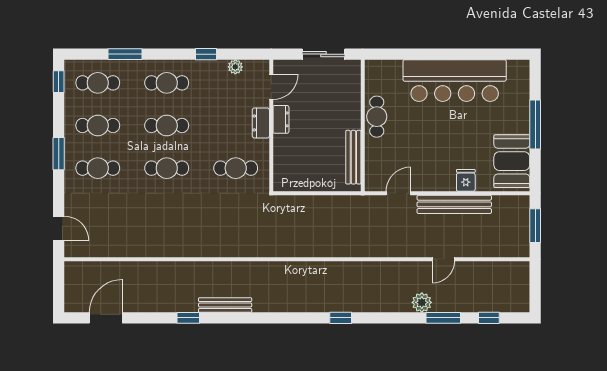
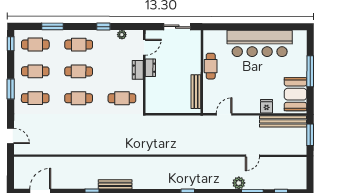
bench: (454, 204) -> (283, 121), moved

